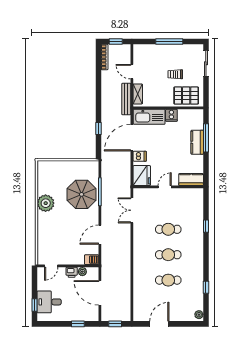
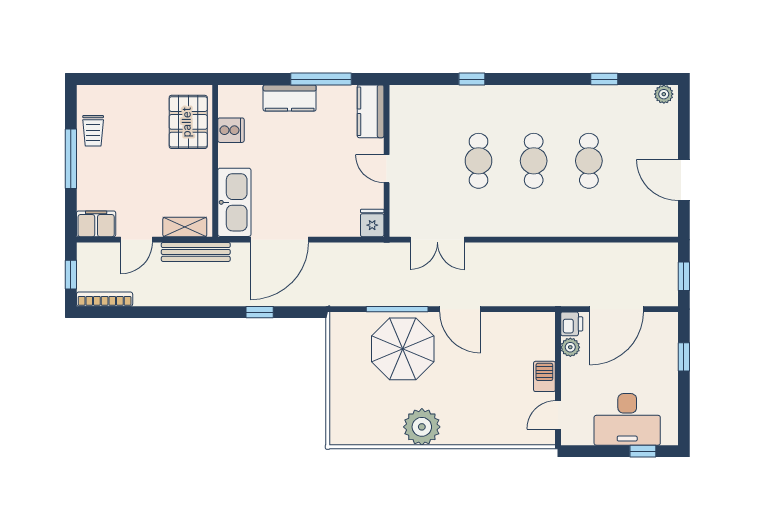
filing cabinet: (139, 53) -> (96, 224), added
sliding door: (206, 63) -> (118, 79), removed
trolley: (175, 74) -> (93, 131), moved
cooker: (171, 115) -> (231, 130), moved
door: (132, 138) -> (280, 240), hinge flipped
window: (206, 138) -> (321, 79), moved
dishwasher: (140, 156) -> (320, 223), removed
fridge: (142, 176) -> (372, 223), width x0.53, depth x0.75
door: (100, 235) -> (460, 309), moved
barbecue: (92, 260) -> (544, 376), moved
door: (51, 266) -> (558, 415), swing flipped
printer: (72, 272) -> (572, 324), moved
desk: (49, 302) -> (627, 419), width x1.37

